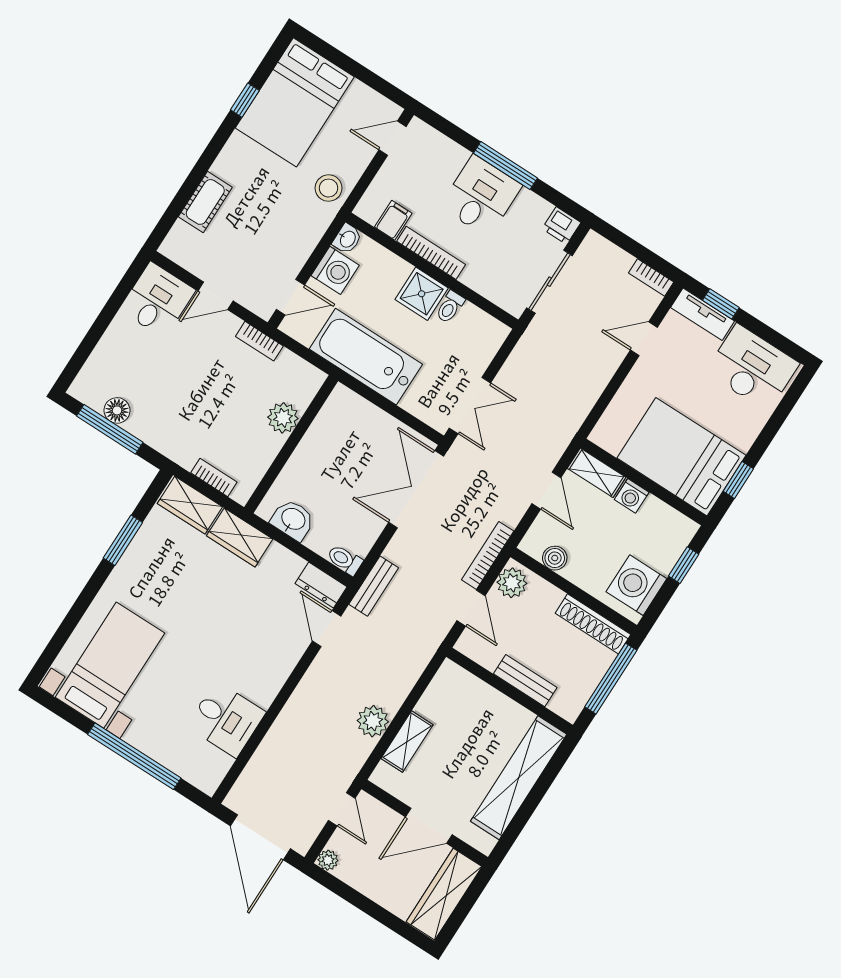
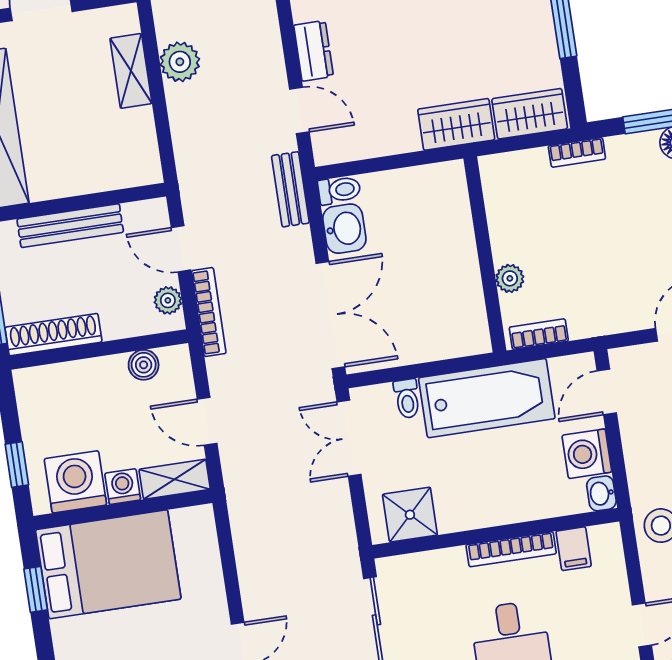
shower: (422, 294) -> (410, 515), moved
toilet: (450, 307) -> (407, 399), moved, turned 180
bookcase: (259, 341) -> (539, 334), moved
plant: (283, 418) -> (510, 278), width x0.73, depth x0.73
bookcase: (214, 477) -> (577, 152), moved
washbasin: (293, 520) -> (344, 229), moved, turned -90
plant: (512, 583) -> (168, 300), width x0.73, depth x0.73
dresser: (321, 585) -> (314, 51), moved, turned 90
washing machine: (636, 585) -> (75, 482), moved, turned -90
bench: (525, 681) -> (70, 226), width x1.36

